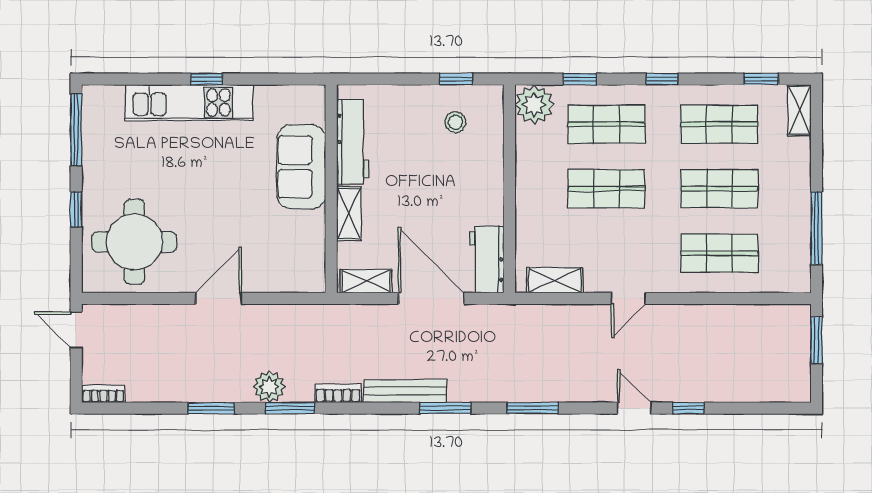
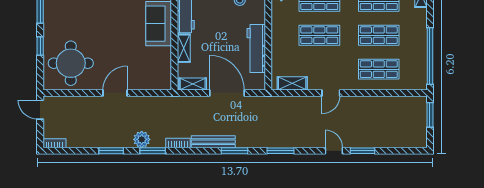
window: (816, 228) -> (430, 56), width x1.46
workbench: (487, 260) -> (256, 49), moved, width x1.37
window: (688, 408) -> (362, 151), width x1.50

